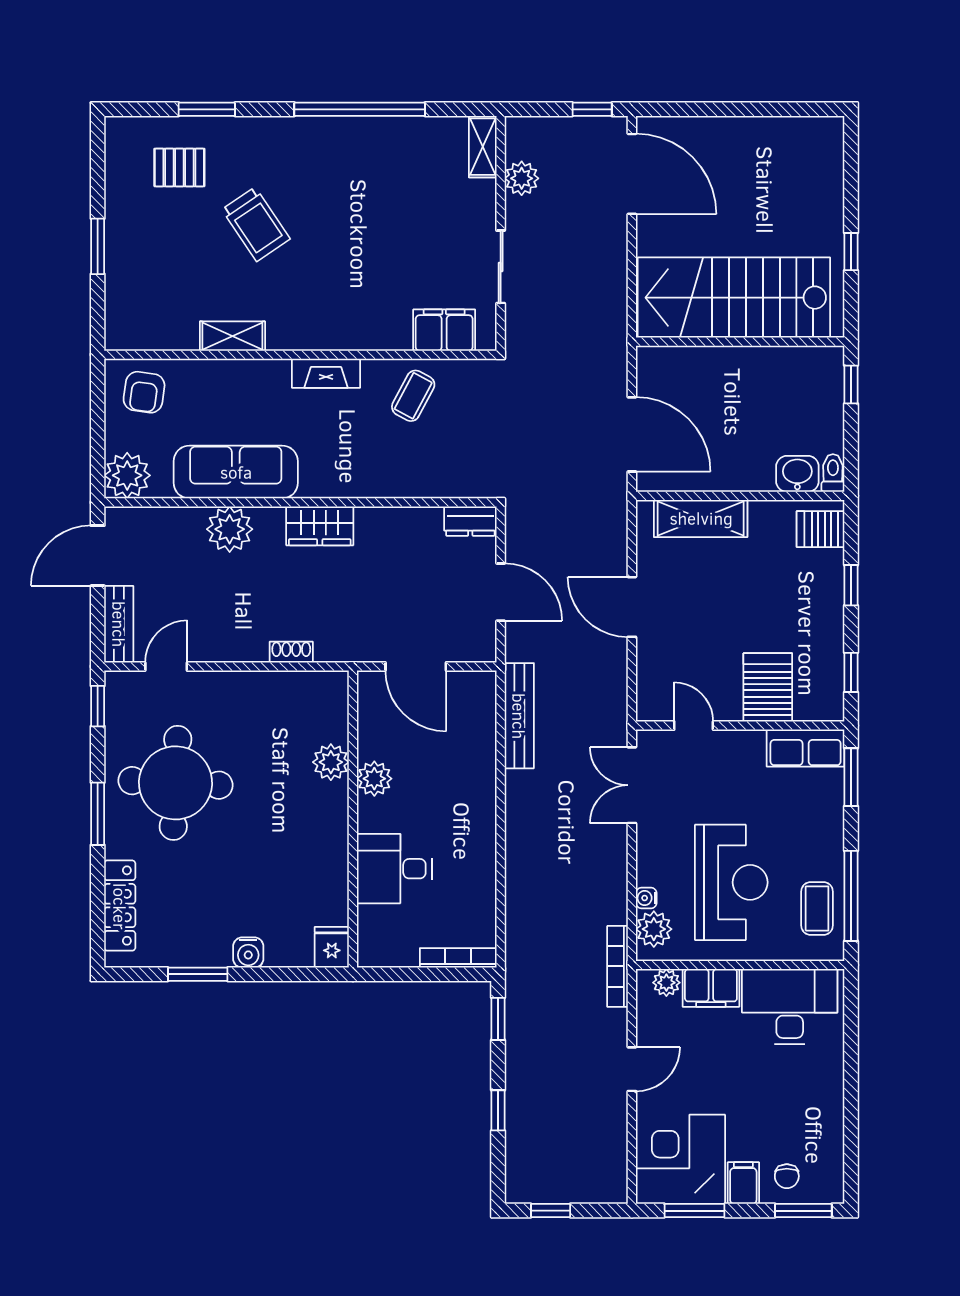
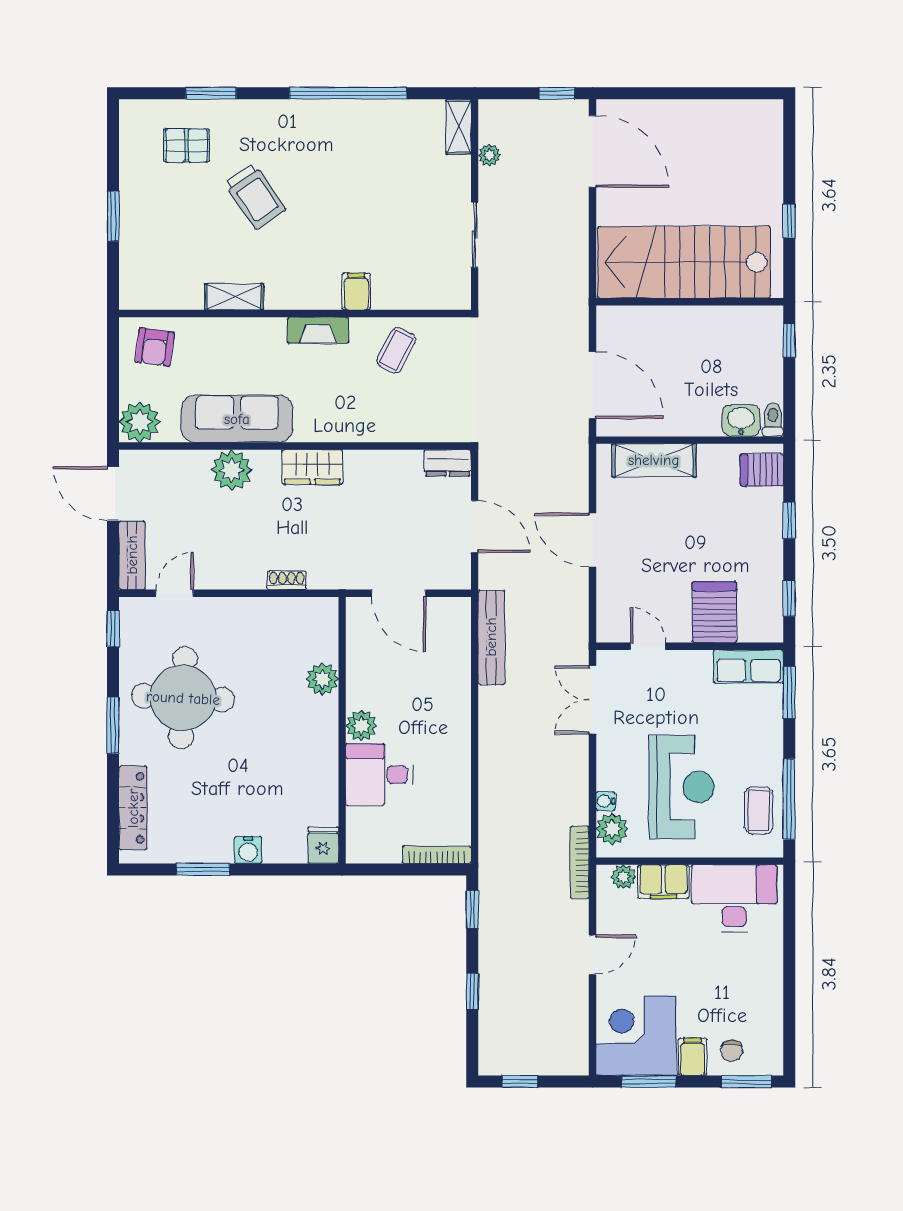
plant: (522, 178) -> (489, 155), width x0.73, depth x0.73
filing cabinet: (444, 330) -> (356, 291), moved, width x0.50
door: (98, 556) -> (113, 494), hinge flipped
plant: (374, 779) -> (361, 726), moved

